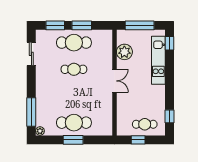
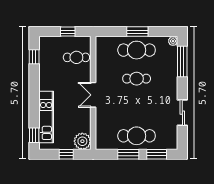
window: (140, 25) -> (66, 154), width x0.46
plant: (124, 52) -> (82, 141), moved
sliding door: (31, 54) -> (182, 113), moved
cafe table: (74, 69) -> (137, 79), moved
cafe table: (145, 124) -> (76, 57), moved

